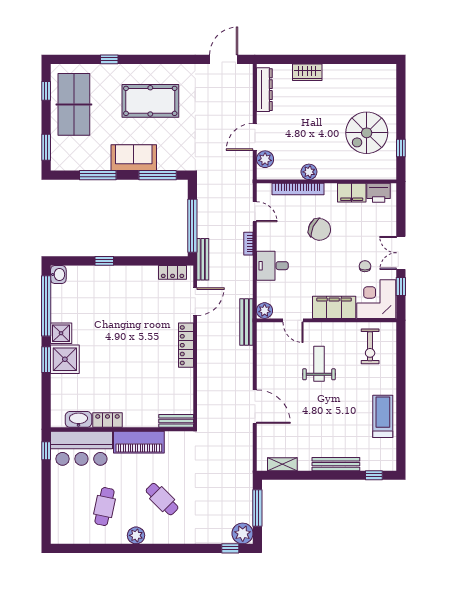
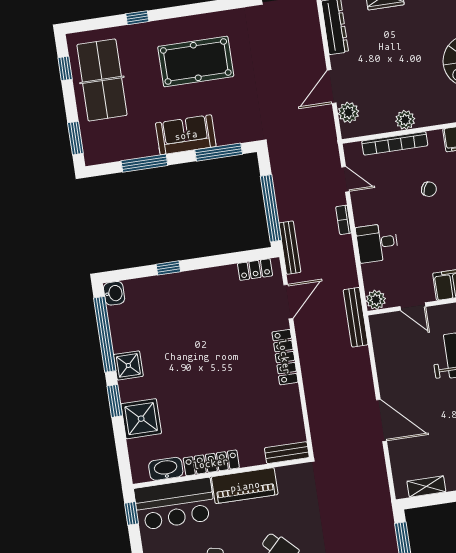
chair: (320, 229) -> (429, 189), width x0.54, depth x0.54
shower: (65, 359) -> (141, 419), moved
locker: (107, 420) -> (211, 463), width x1.53

